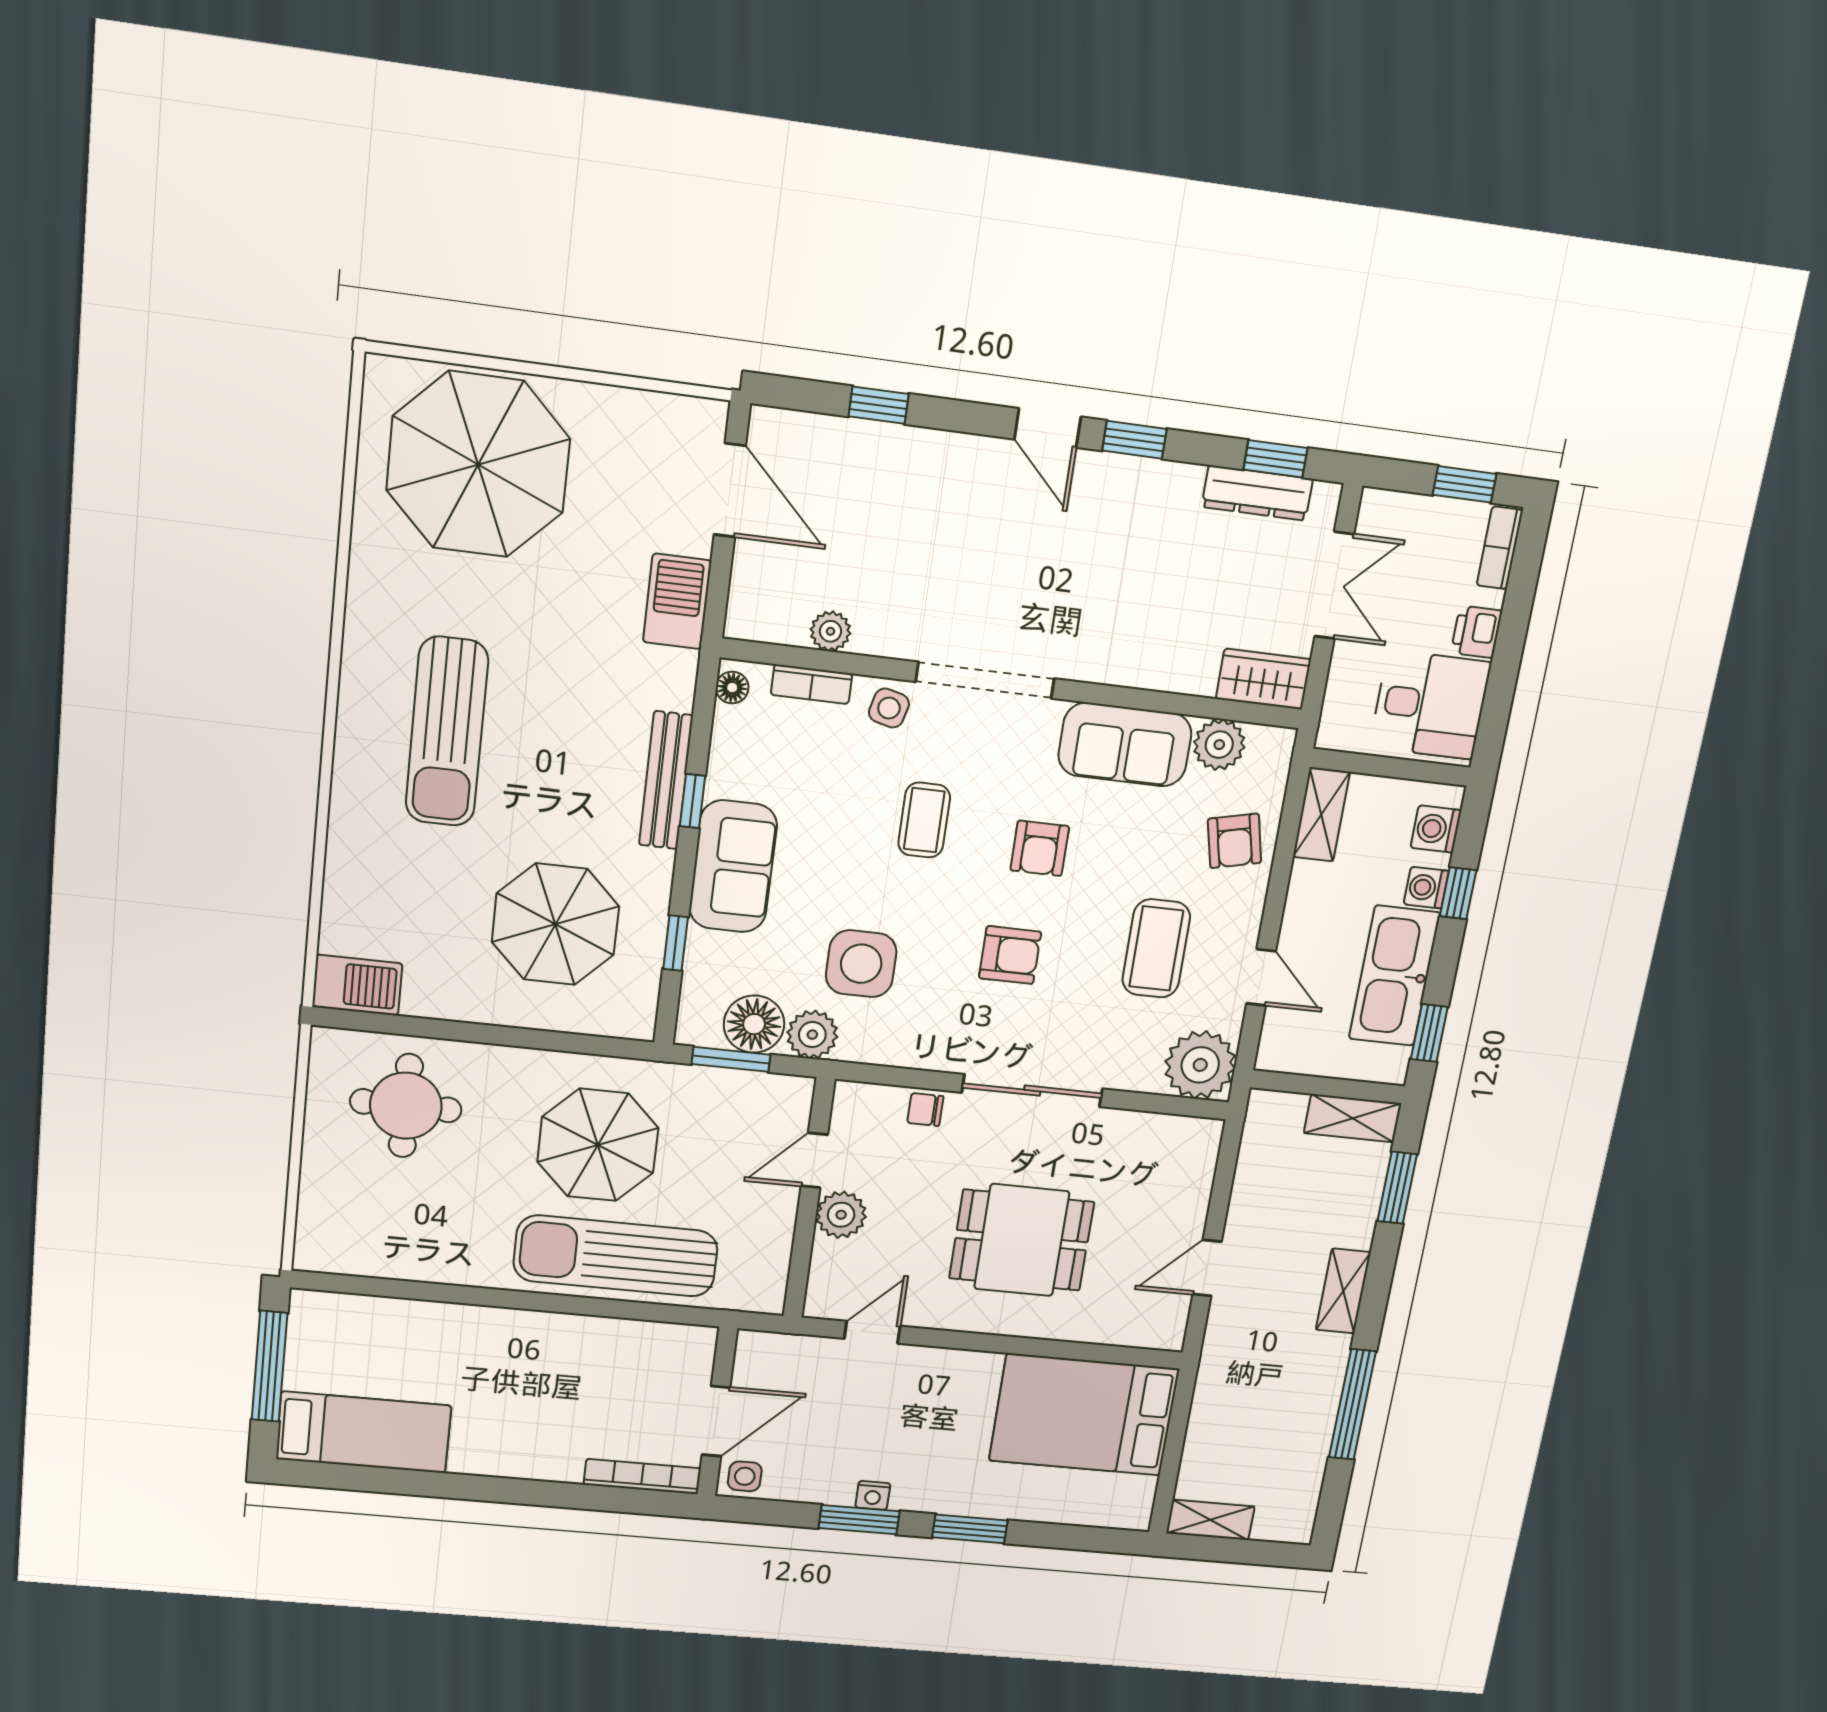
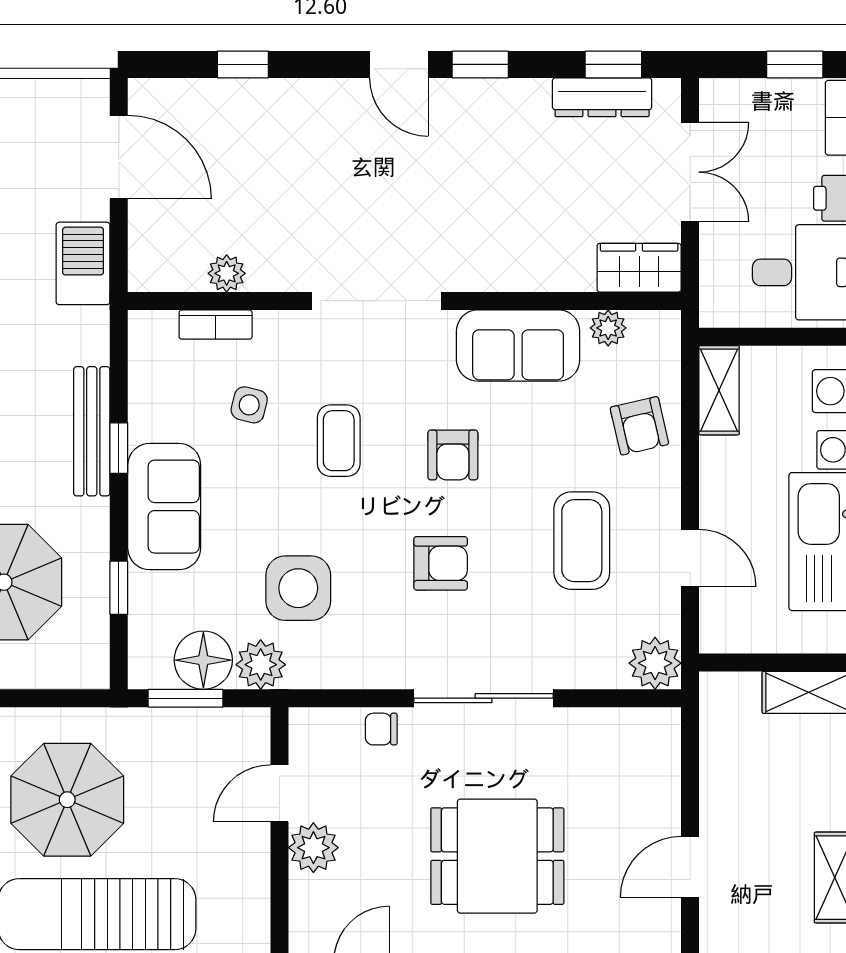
floor lamp: (732, 688) -> (143, 337), removed
side table: (889, 708) -> (249, 405), moved
plant: (1219, 745) -> (608, 328), width x0.73, depth x0.73
plant: (1200, 1065) -> (655, 663), width x0.73, depth x0.73

